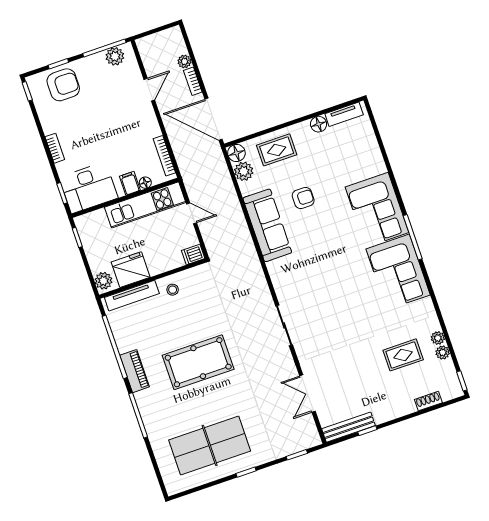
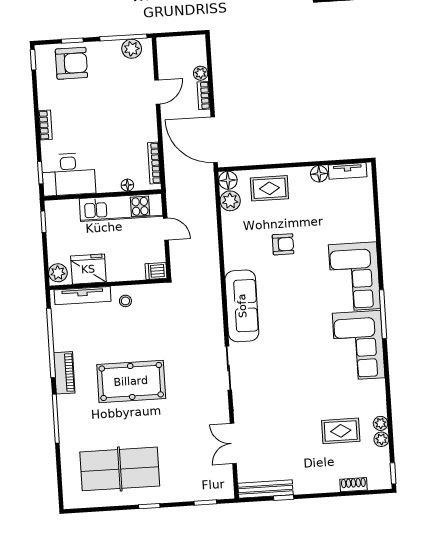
filing cabinet: (130, 183) -> (112, 181), removed
sofa: (267, 225) -> (242, 306), moved

